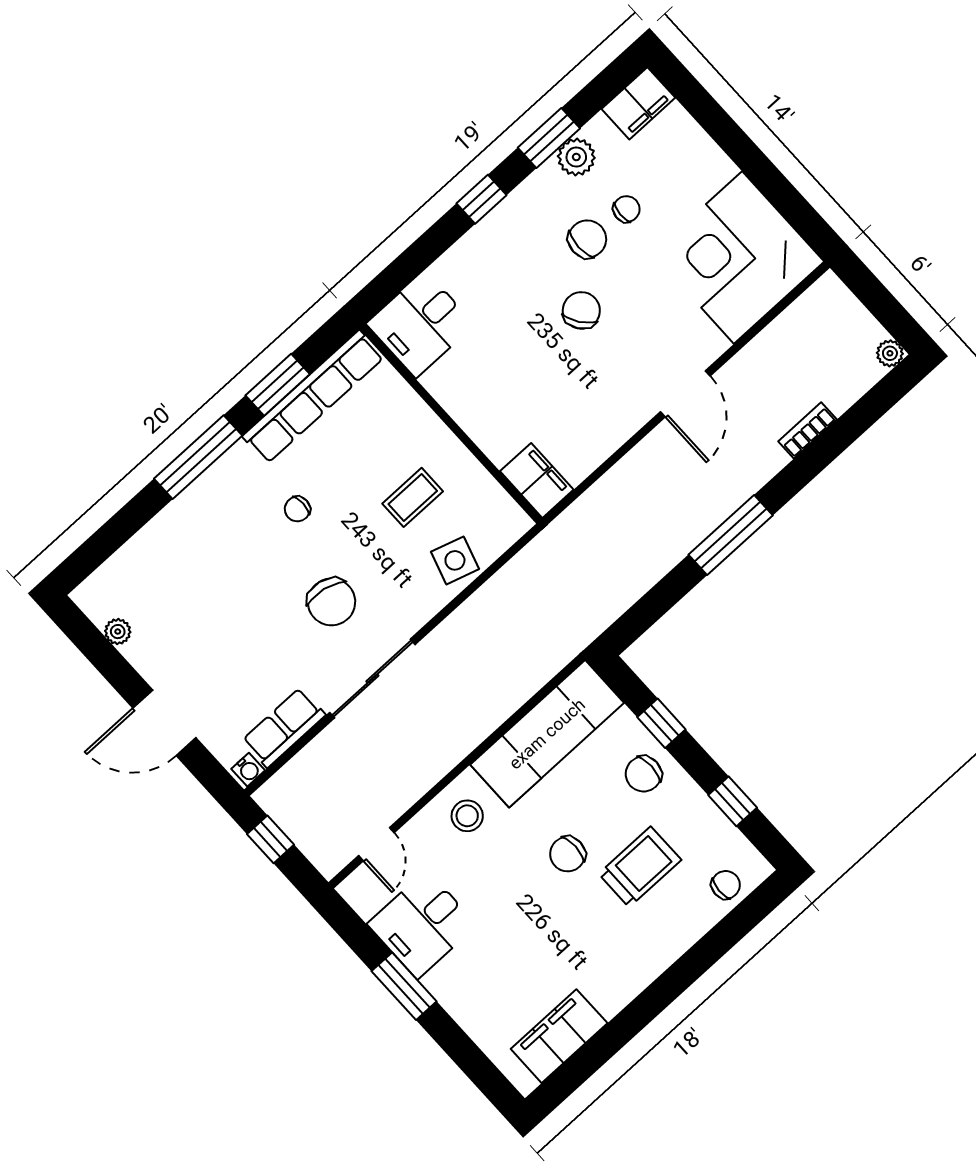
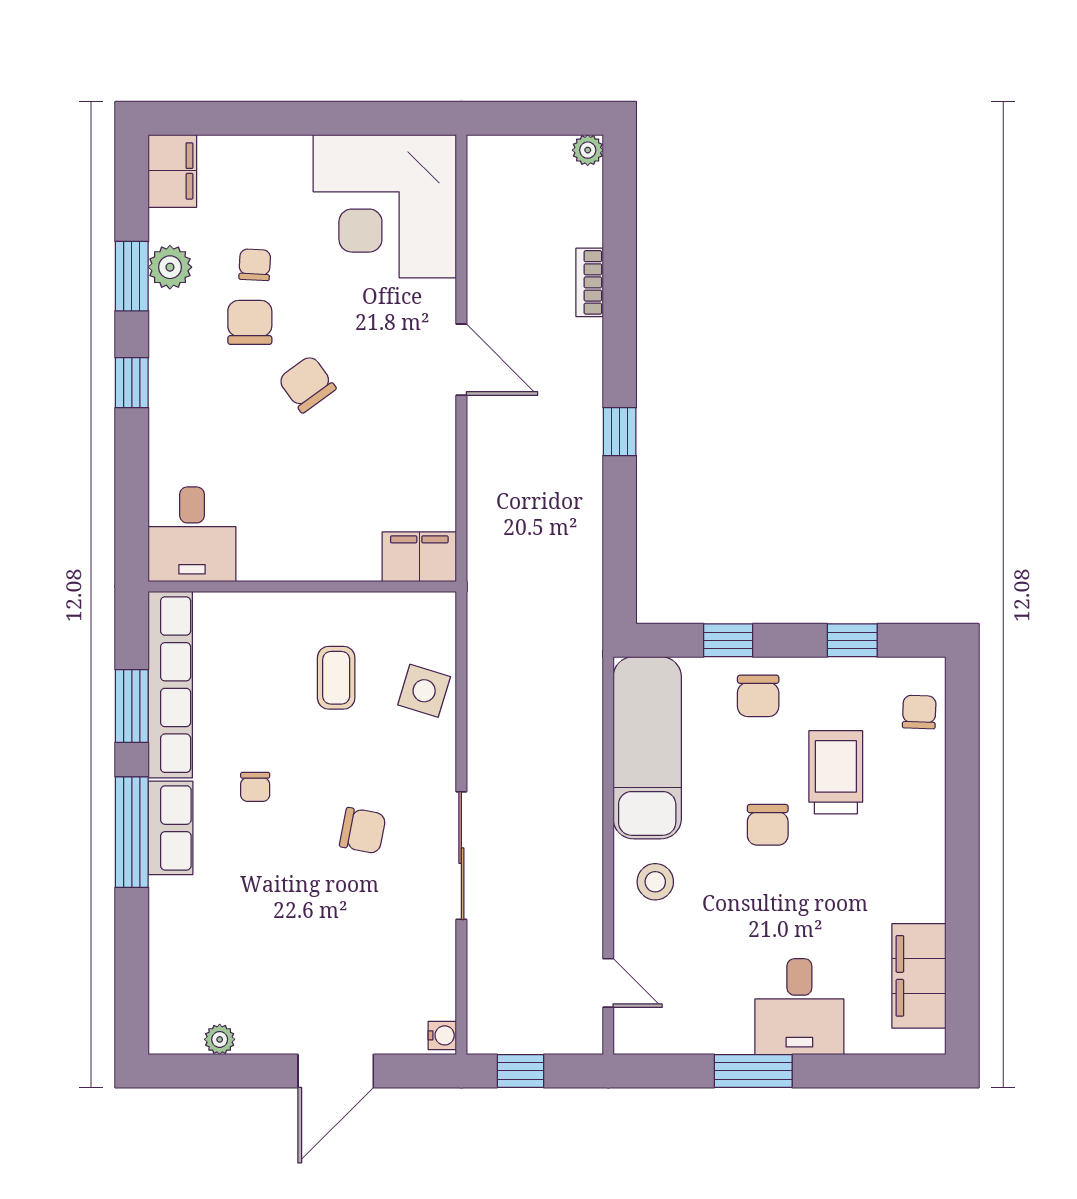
window: (731, 535) -> (620, 432), width x0.46
chair: (332, 602) -> (363, 831), width x0.73, depth x0.73
row of seats: (284, 728) -> (170, 828), moved, turned 180
desk: (422, 925) -> (799, 1007), moved

